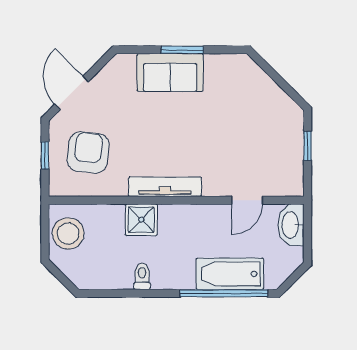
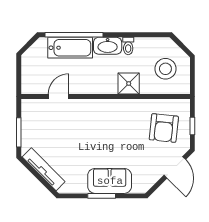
window: (308, 146) -> (19, 132), width x1.50
tv unit: (165, 187) -> (44, 169), moved, turned -135
washbasin: (291, 225) -> (108, 46), moved, turned 90
stool: (68, 233) -> (165, 69), moved

